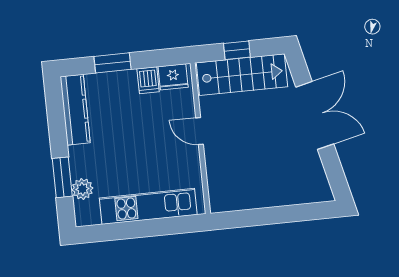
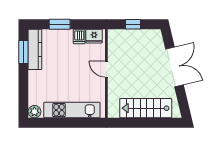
stairs: (242, 75) -> (146, 108), moved, turned 180
window: (62, 177) -> (23, 52), moved
plant: (82, 189) -> (34, 112), moved

